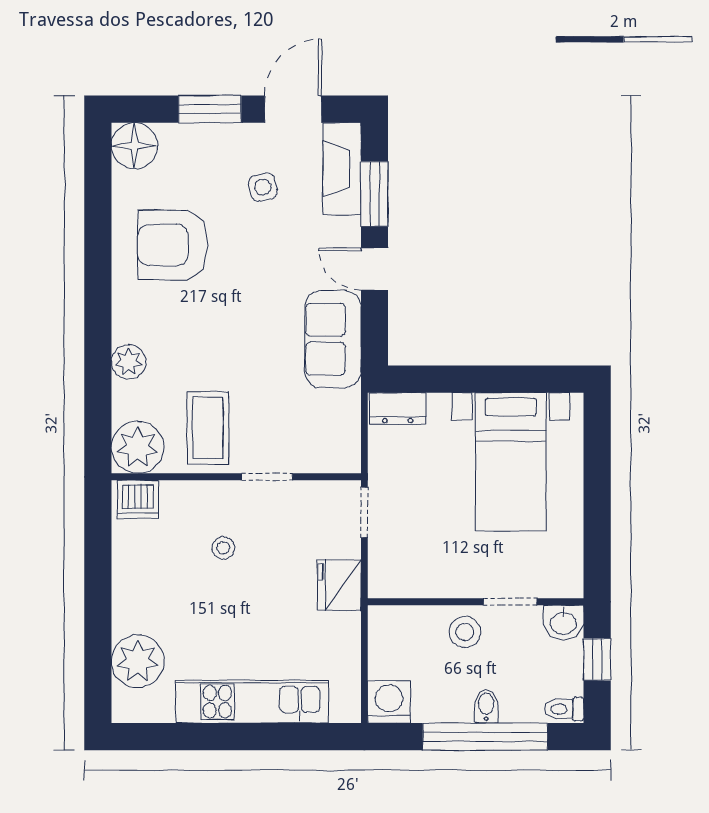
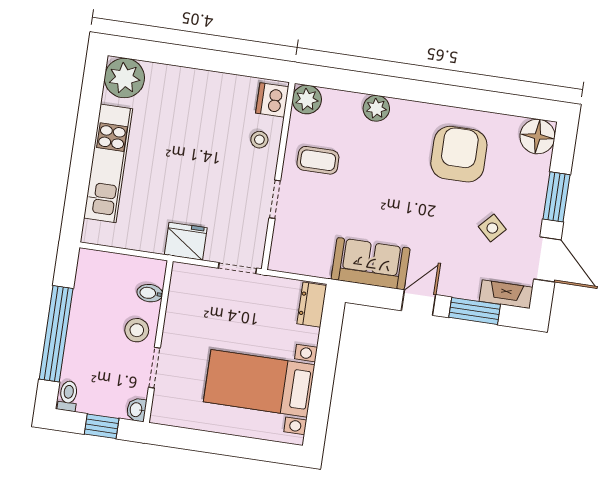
fireplace: (342, 169) -> (506, 294), width x0.73, depth x0.76
side table: (263, 187) -> (492, 228), turned -35
coffee table: (208, 428) -> (318, 160), width x0.73, depth x0.77
plant: (138, 447) -> (307, 99), width x0.73, depth x0.73
stool: (223, 548) -> (259, 140), moved
washbasin: (563, 622) -> (136, 410), width x0.72, depth x0.69
plant: (138, 661) -> (124, 78), moved
washing machine: (389, 702) -> (93, 266), removed
bidet: (486, 706) -> (150, 293), moved, turned 180

